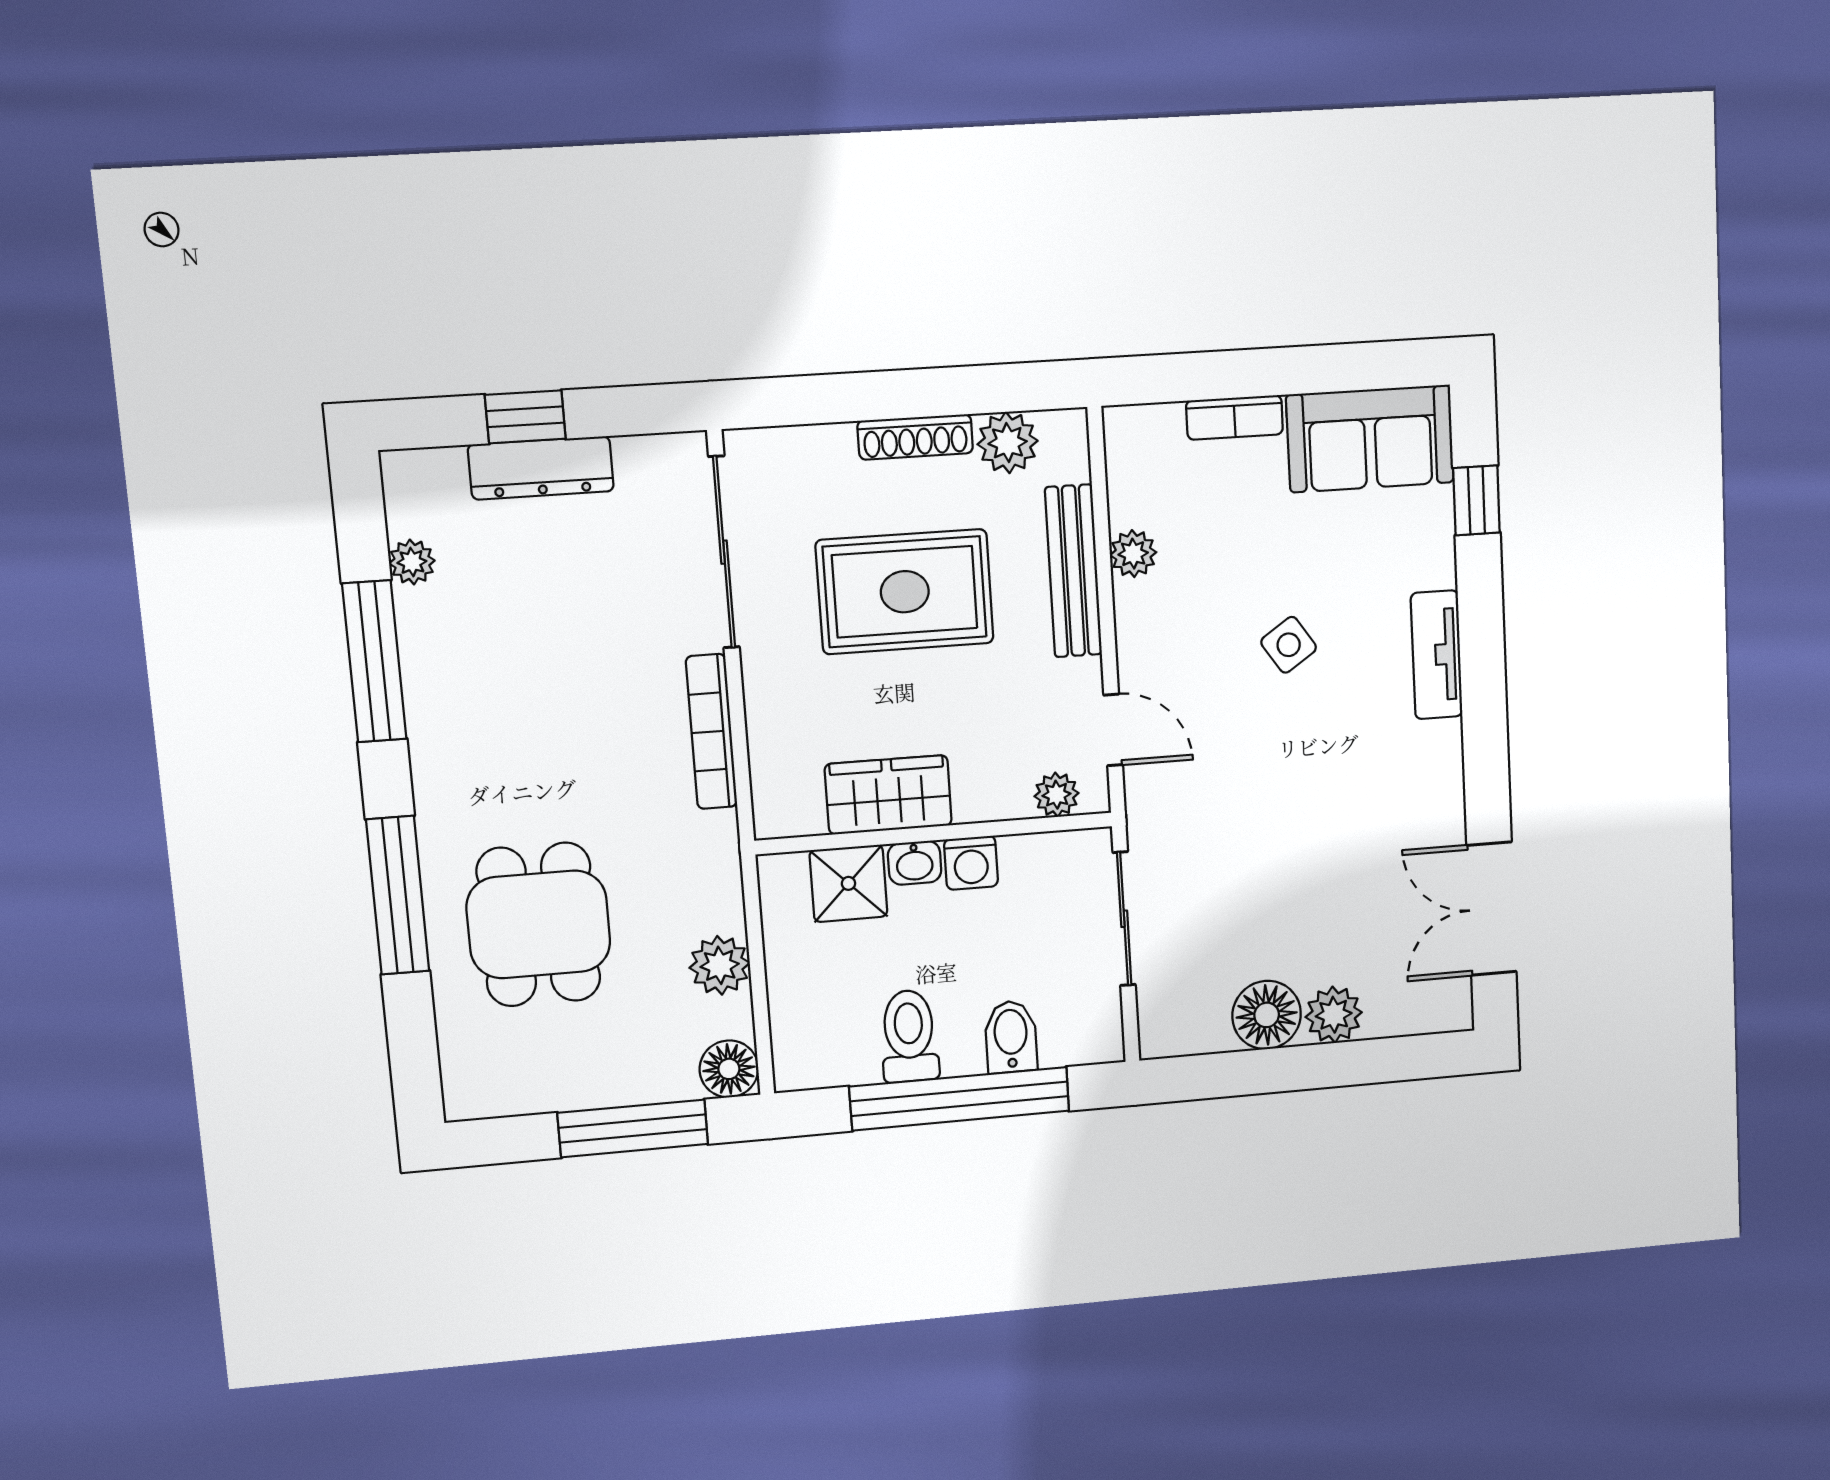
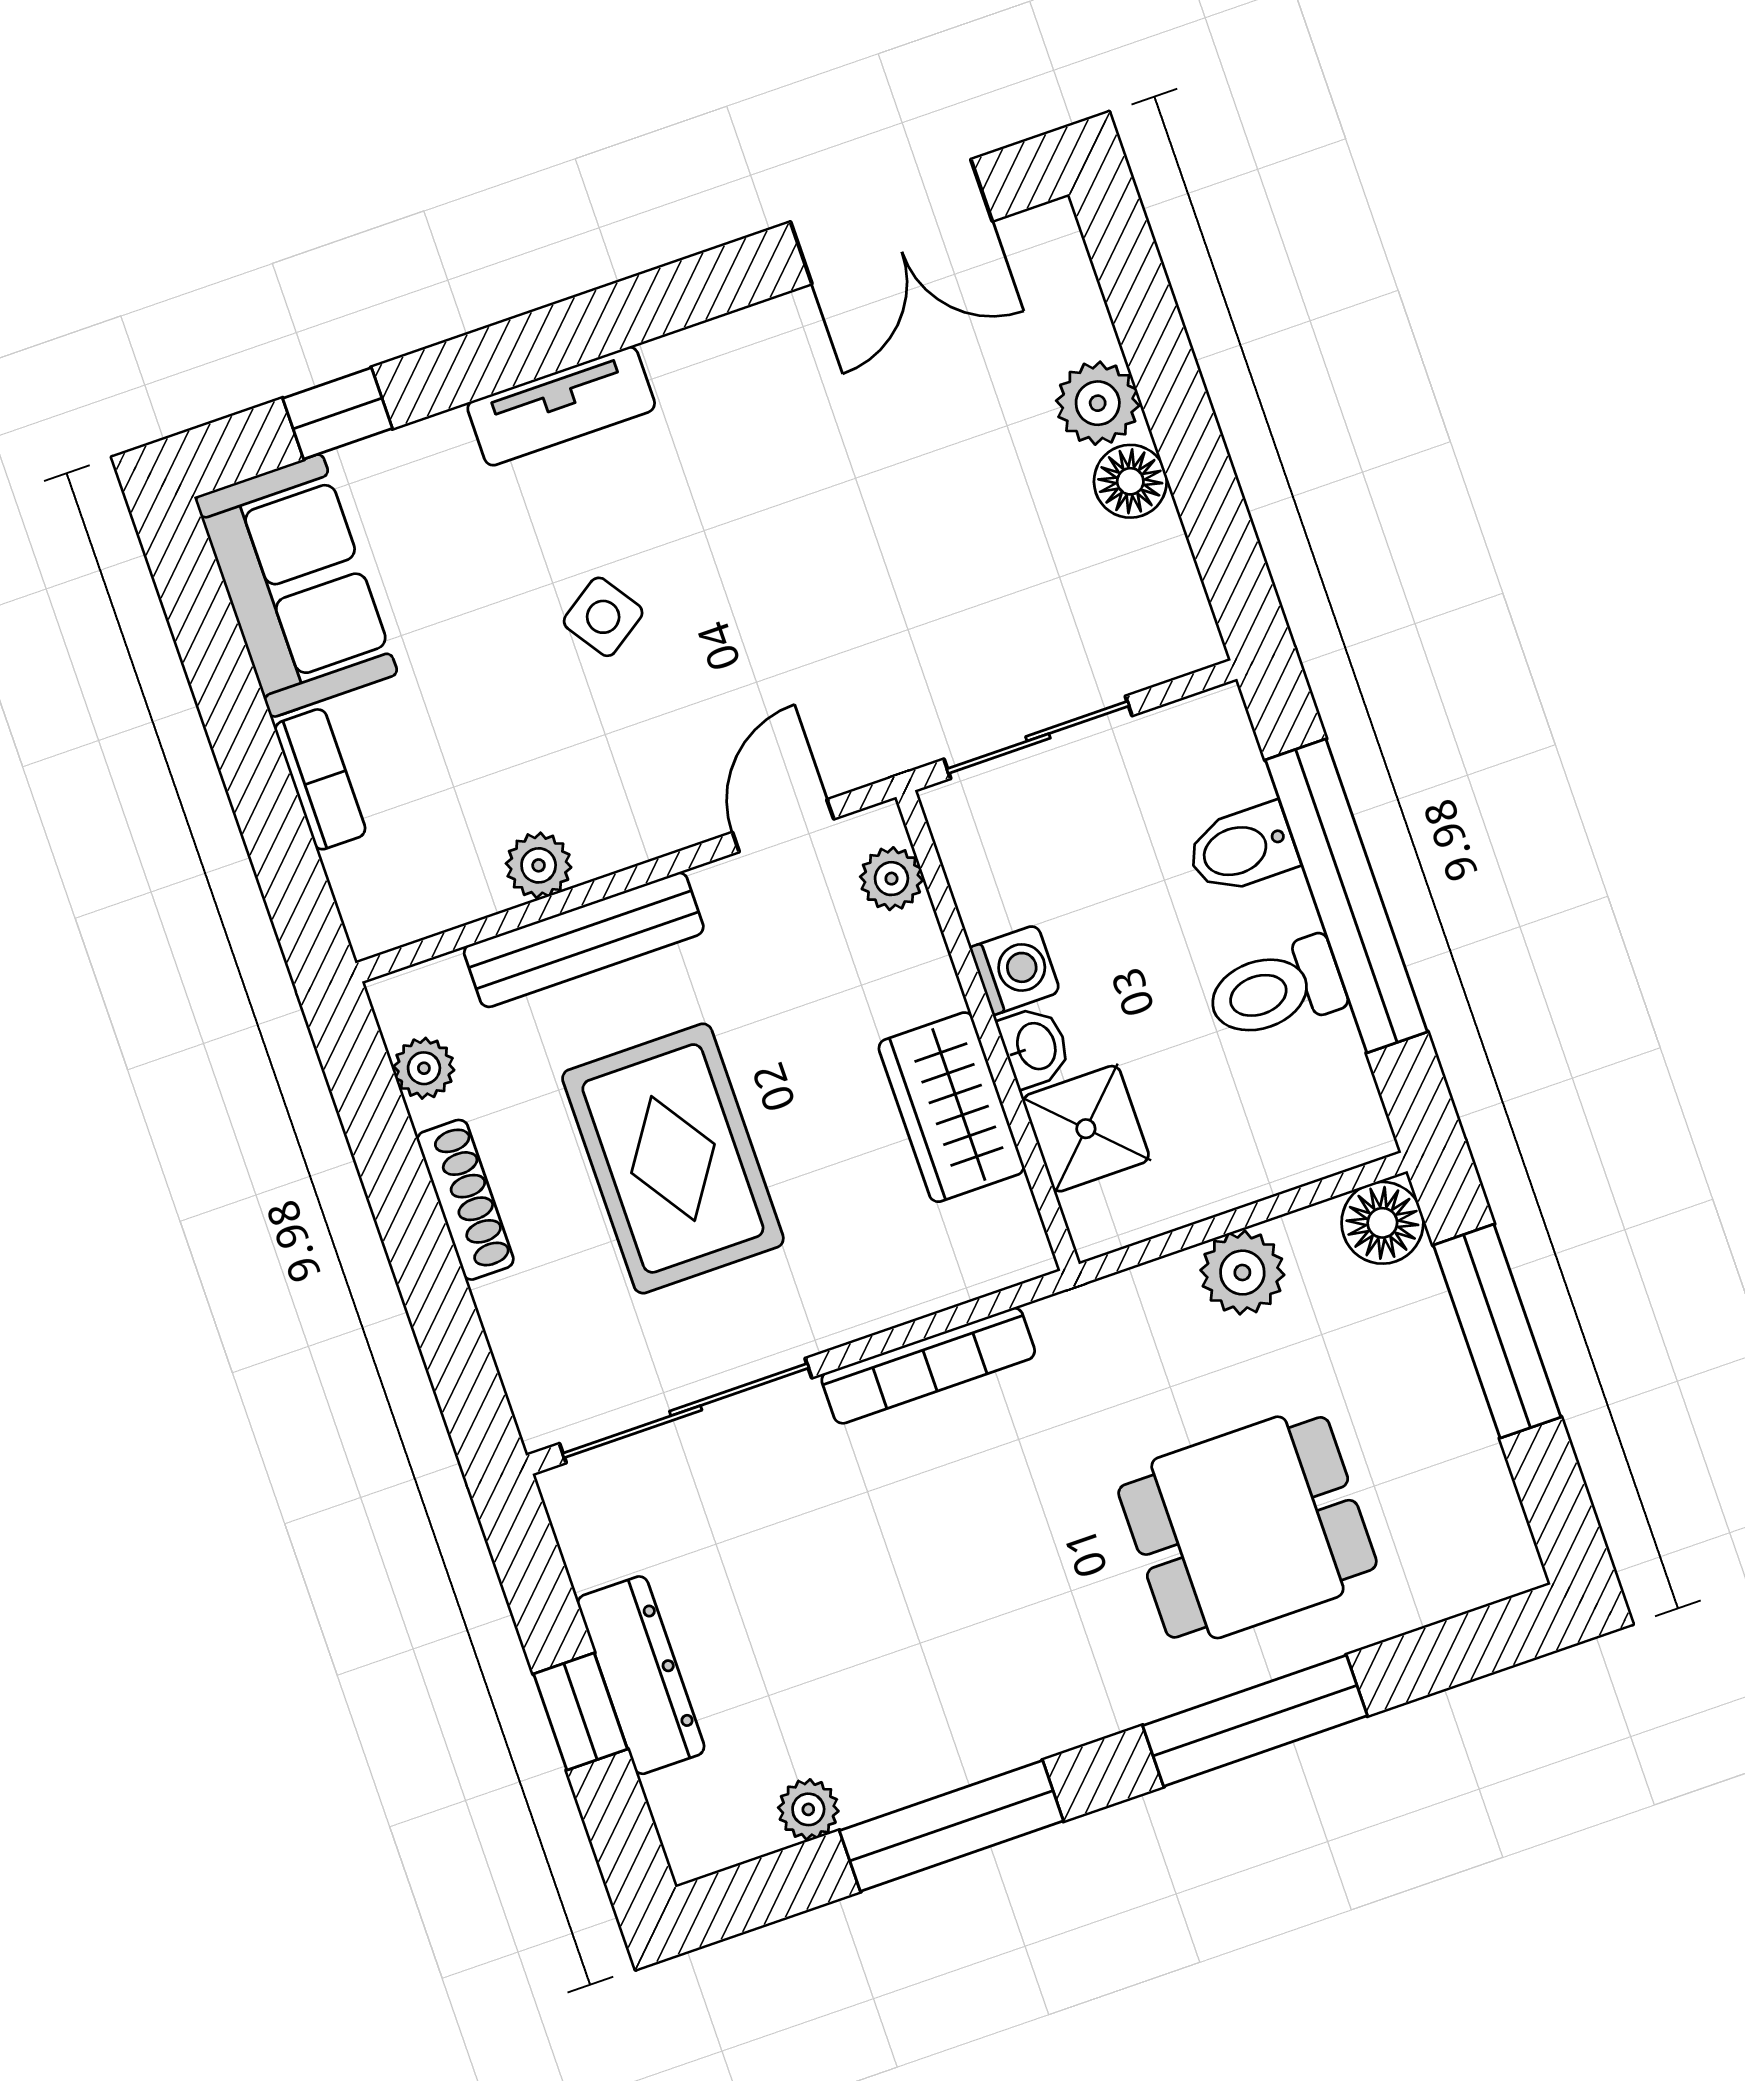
plant: (1008, 443) -> (424, 1068), width x0.73, depth x0.73
floor lamp: (1267, 1015) -> (1130, 481), width x0.73, depth x0.73

